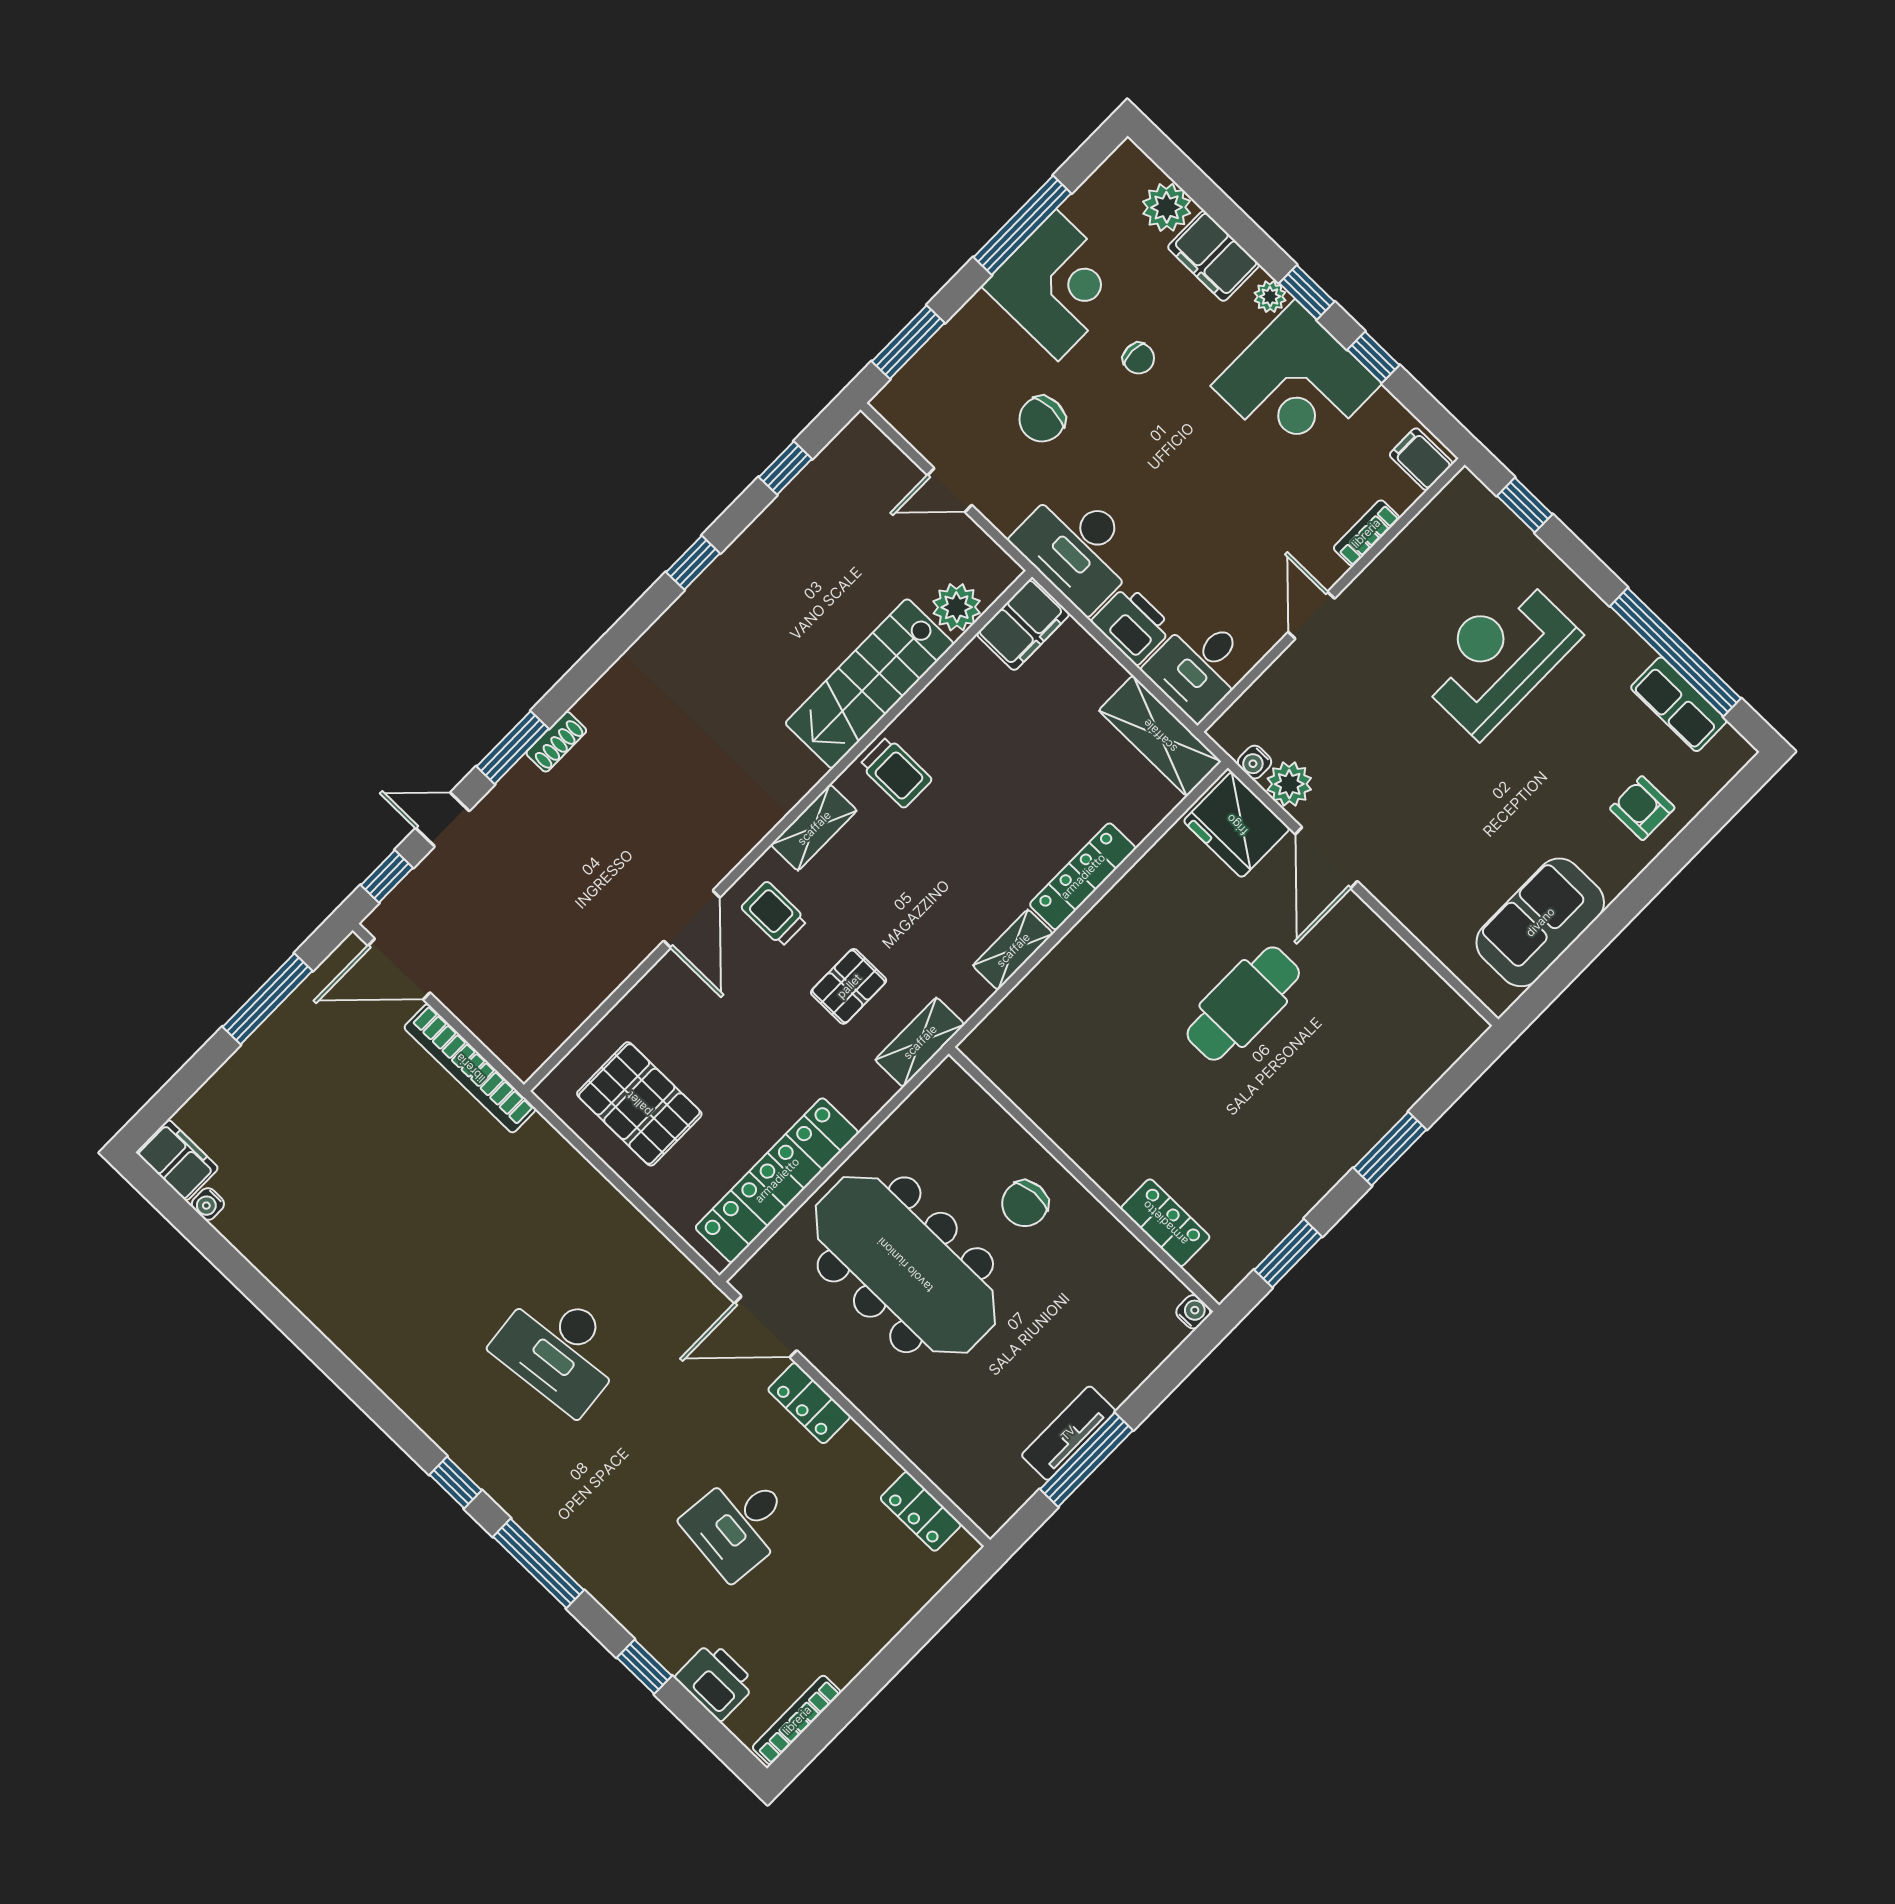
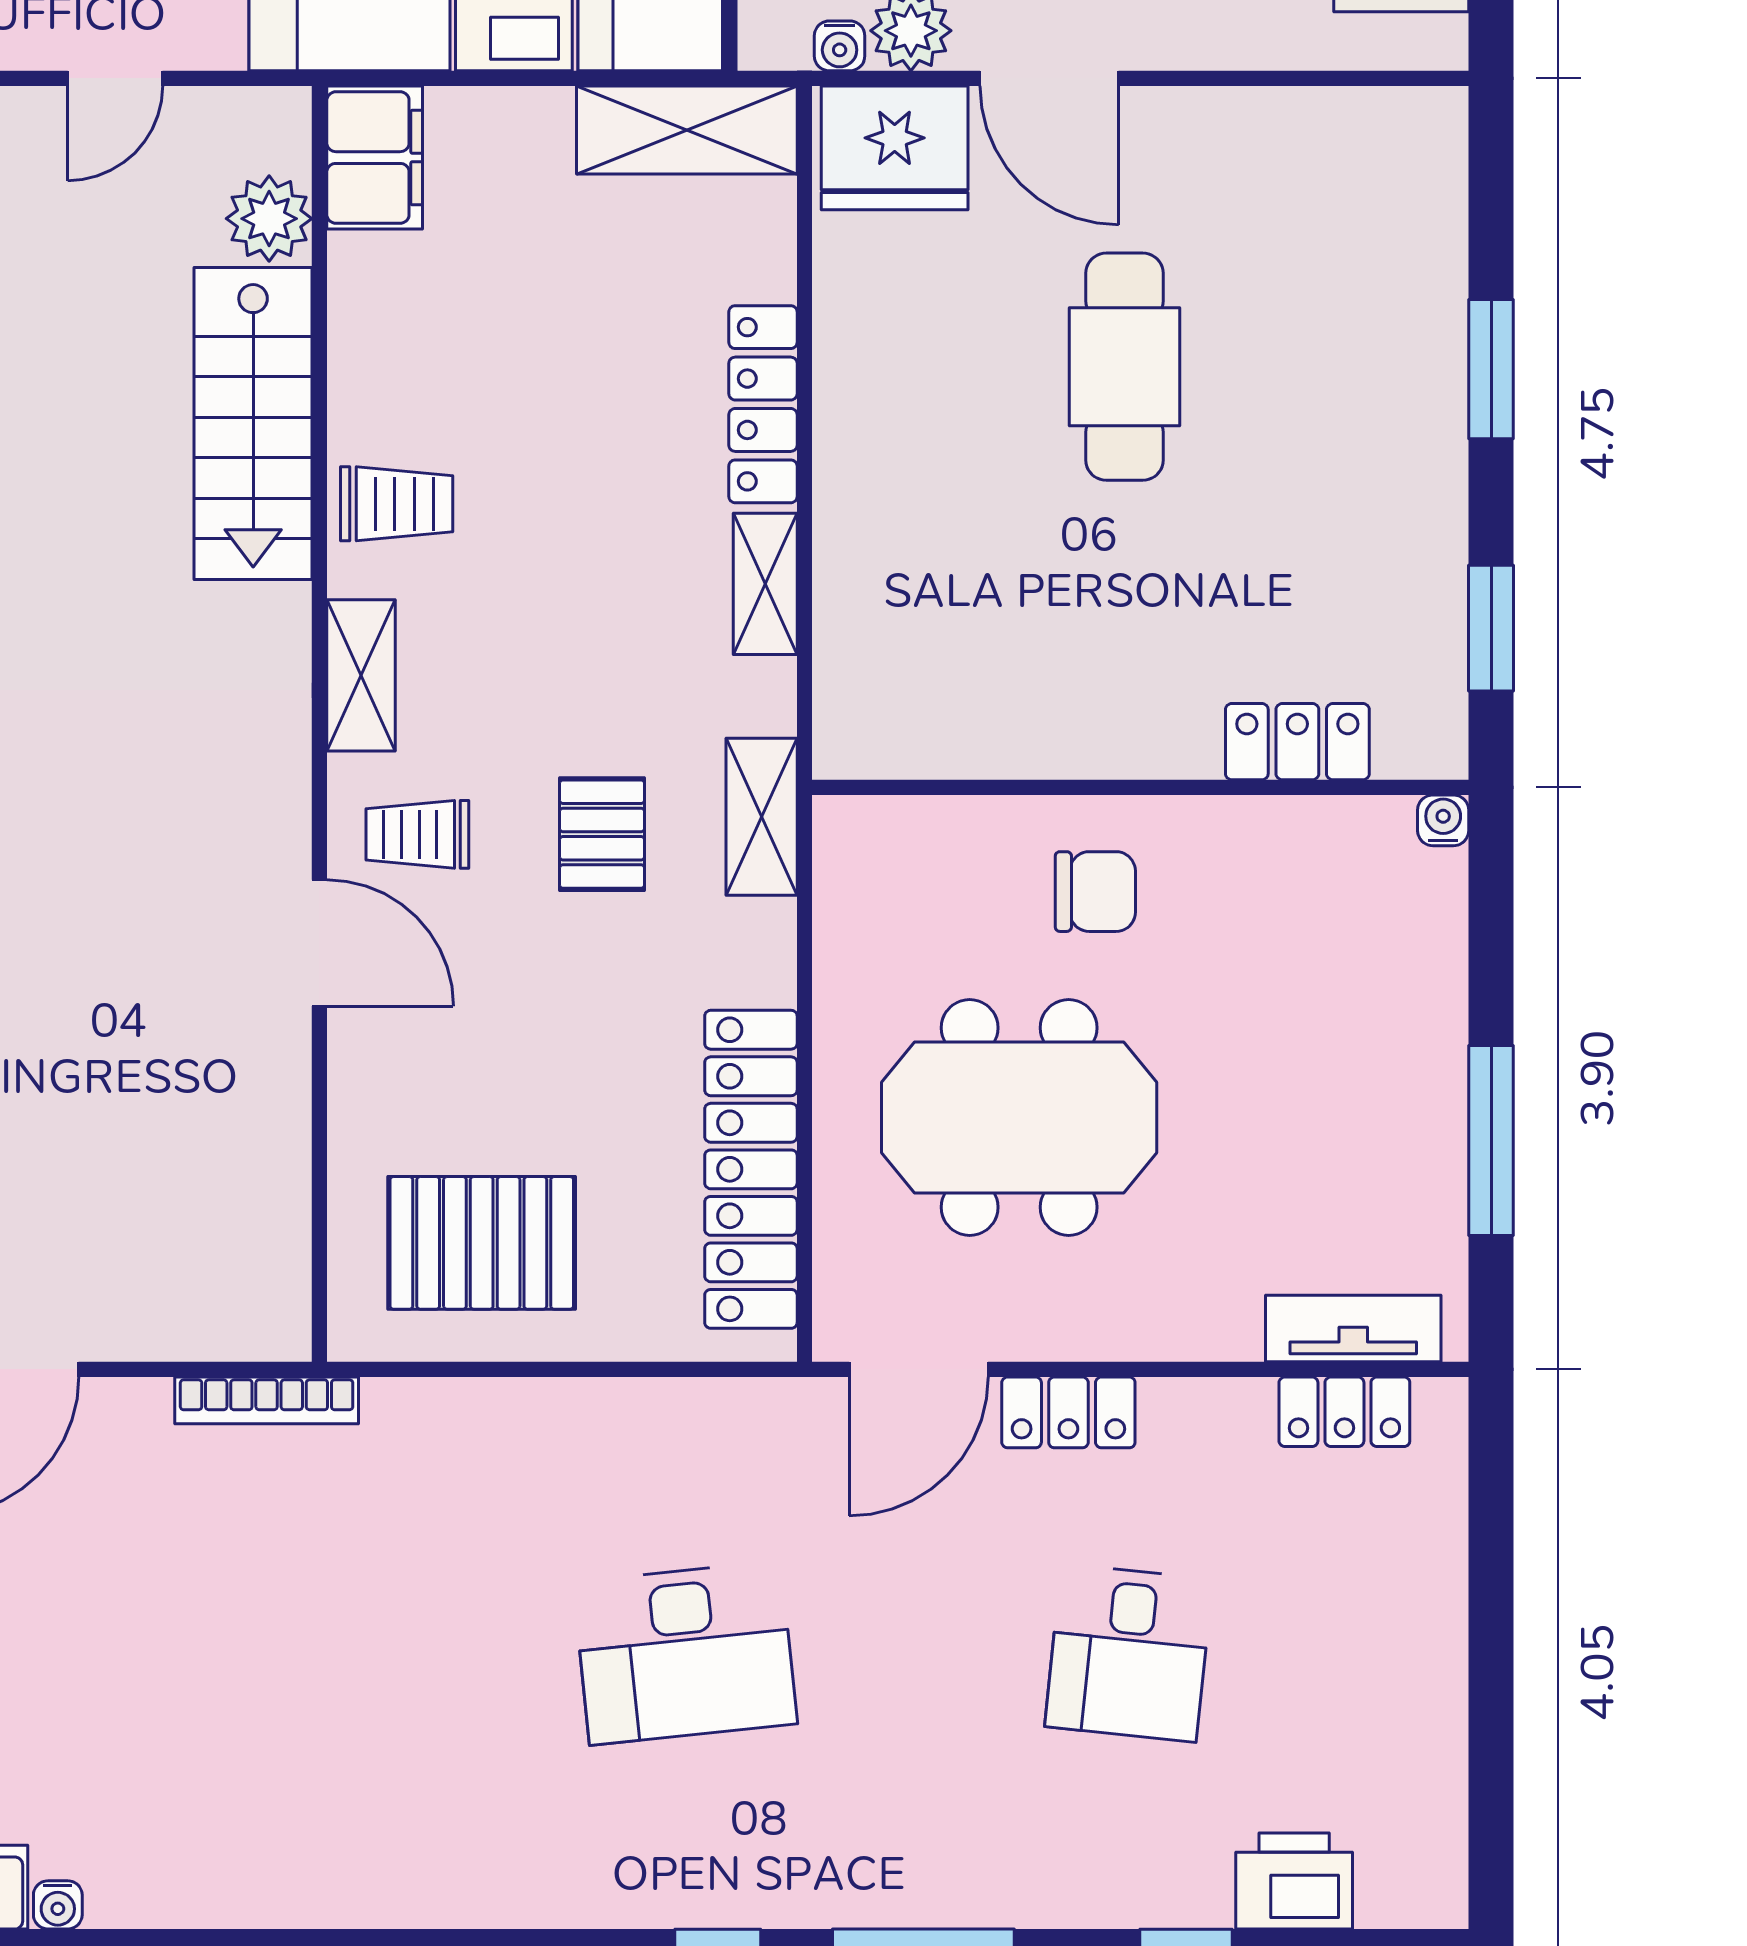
bookcase: (470, 1068) -> (267, 1400), width x0.68, depth x0.76
chair: (1025, 1204) -> (1095, 892), turned -86
meeting table: (905, 1265) -> (1019, 1117), width x0.73
tv unit: (1068, 1433) -> (1353, 1329), moved, turned 90
bookcase: (797, 1720) -> (1445, 1830), removed

